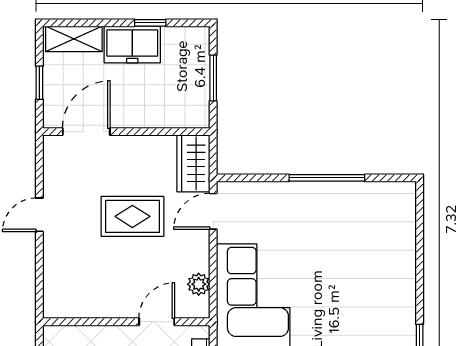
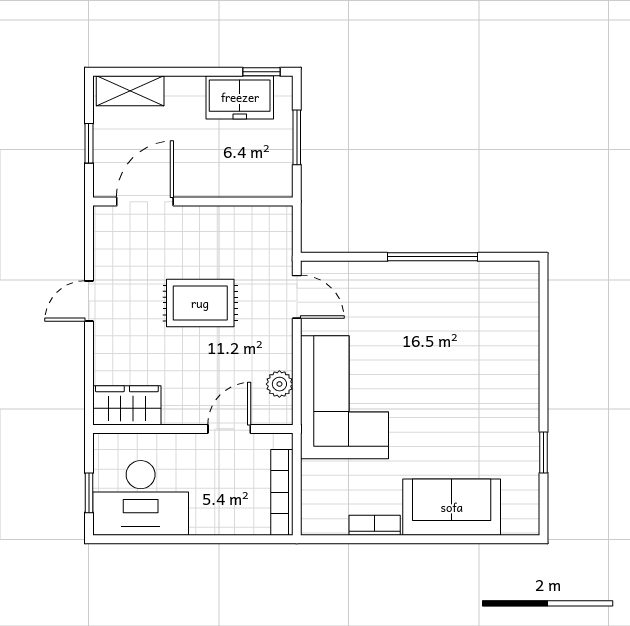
window: (150, 23) -> (261, 72), moved
freezer: (132, 44) -> (240, 97), moved
wardrobe: (193, 163) -> (127, 405), moved, turned 90
door: (213, 211) -> (297, 297), swing flipped

